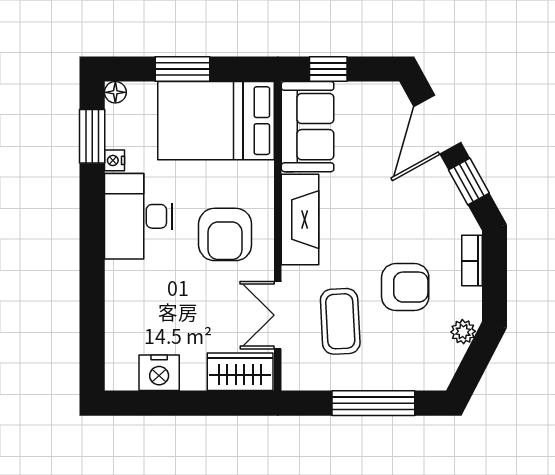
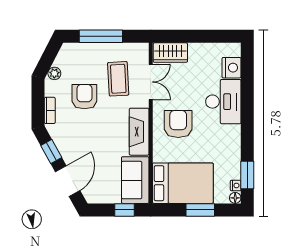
nightstand: (114, 160) -> (236, 185), moved
desk: (138, 216) -> (223, 102), moved
armchair: (405, 287) -> (84, 97), turned 90
nightstand: (159, 373) -> (231, 68), moved, turned 90

